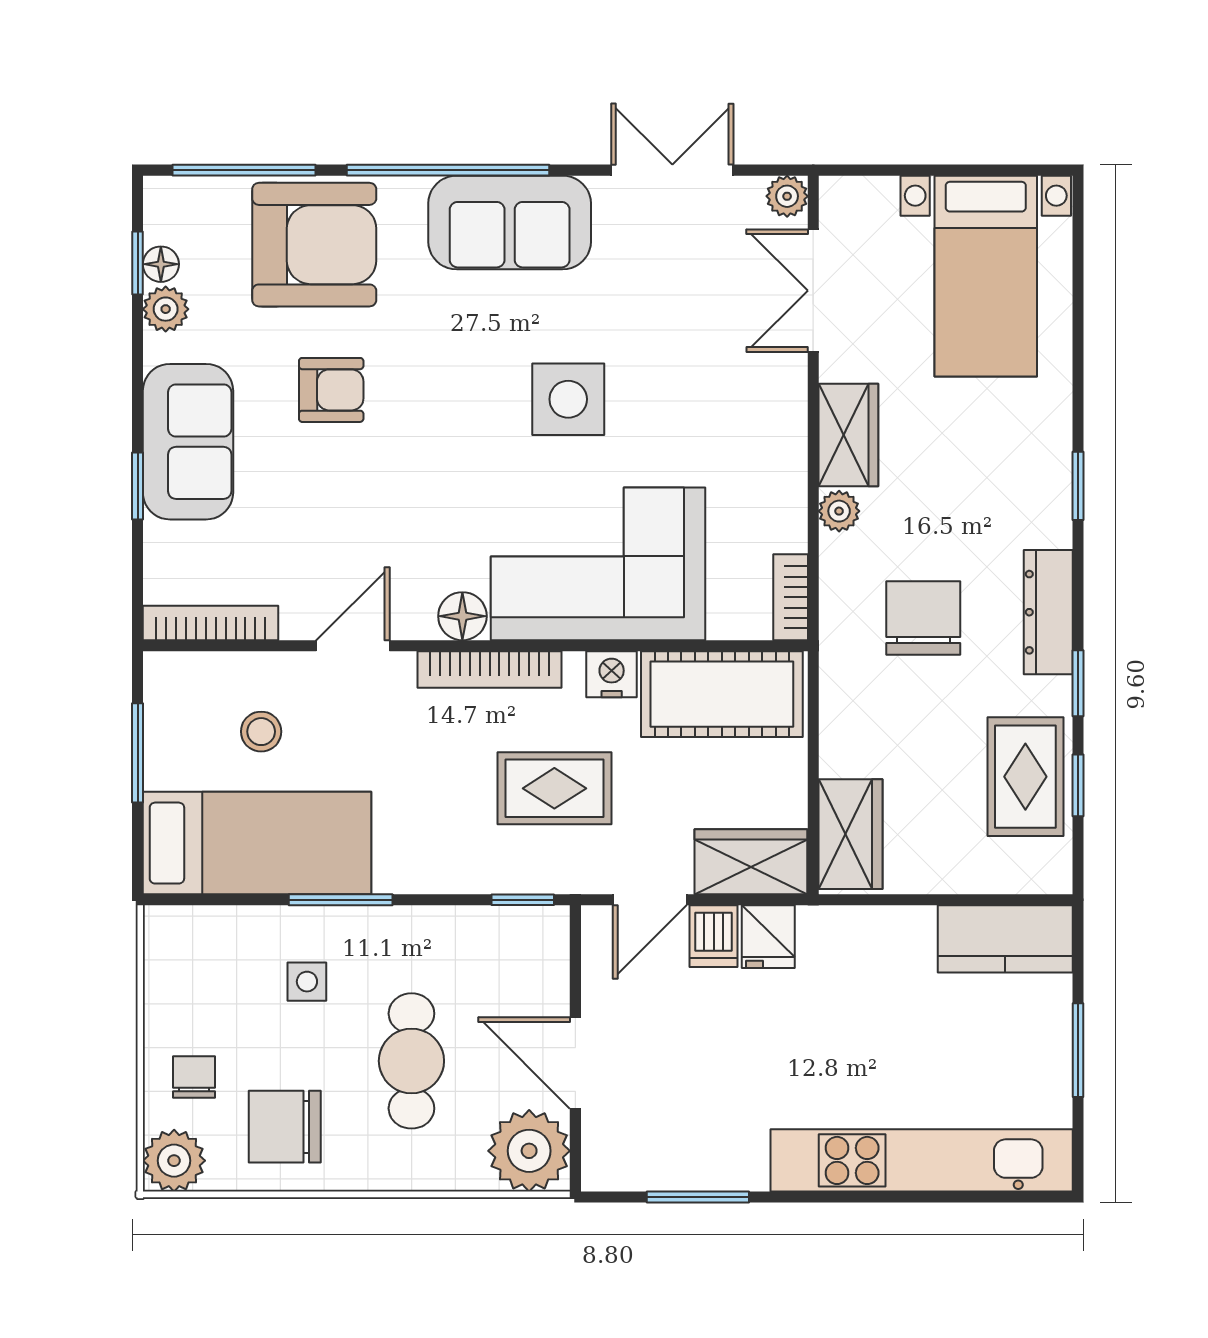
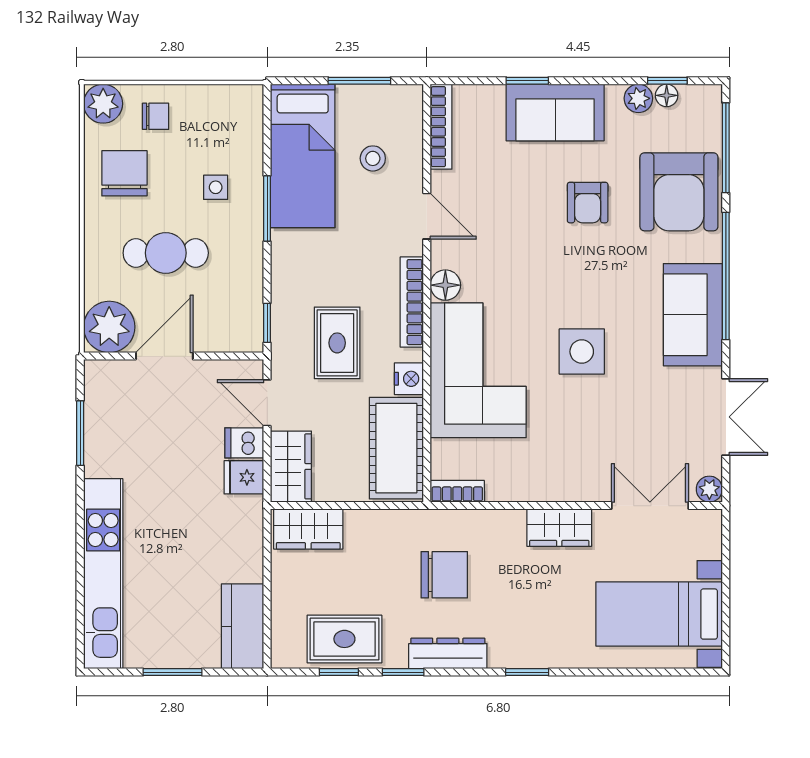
plant: (839, 511) -> (511, 522), removed

